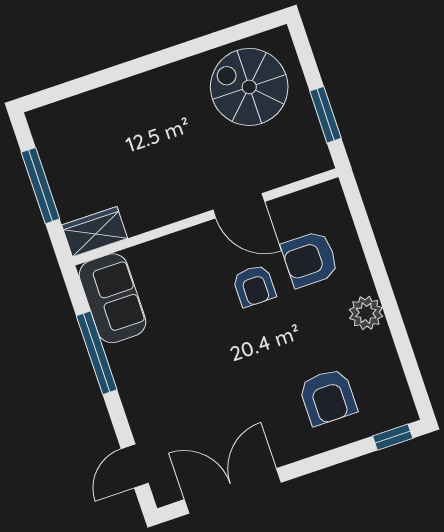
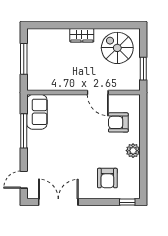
wardrobe: (95, 232) -> (82, 35), moved, turned 180
armchair: (254, 286) -> (93, 125), removed

